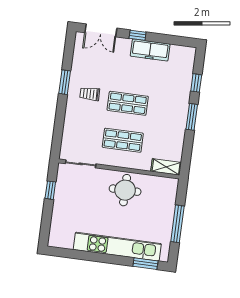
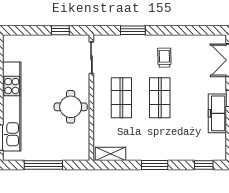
window: (65, 82) -> (133, 30), moved
window: (196, 83) -> (204, 165), moved
shelving: (166, 167) -> (111, 154), moved, turned 90

